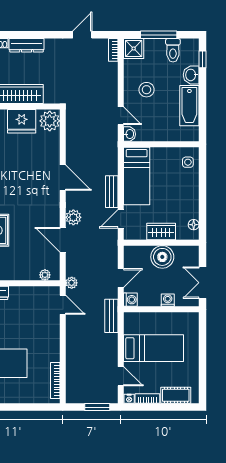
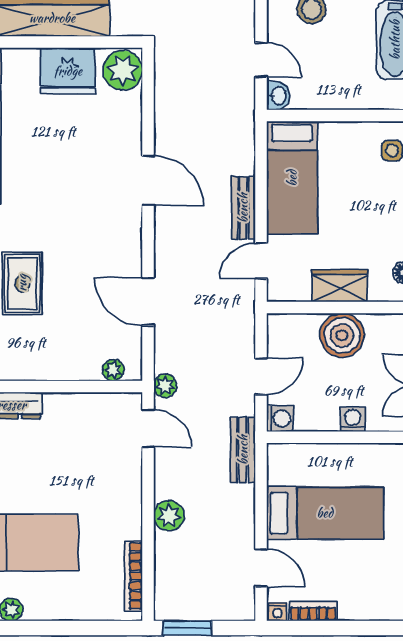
plant: (73, 217) -> (169, 516), moved
cot: (176, 395) -> (368, 605), removed
window: (97, 407) -> (188, 628), moved

